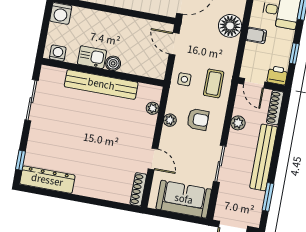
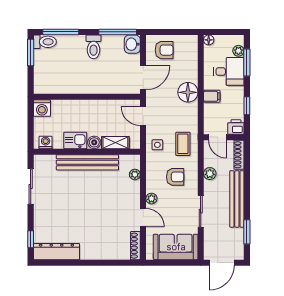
shelving: (137, 68) -> (115, 143), added
plant: (170, 120) -> (151, 199), moved

